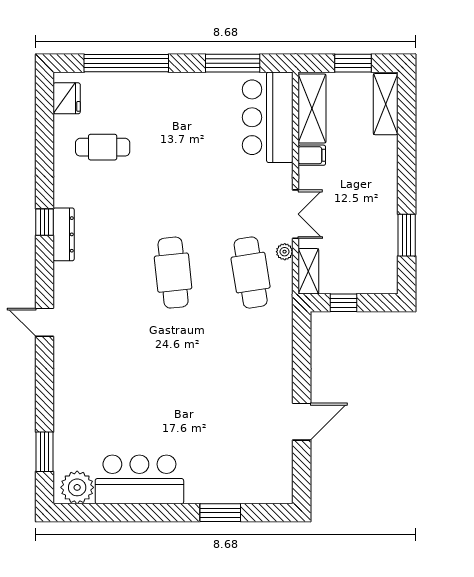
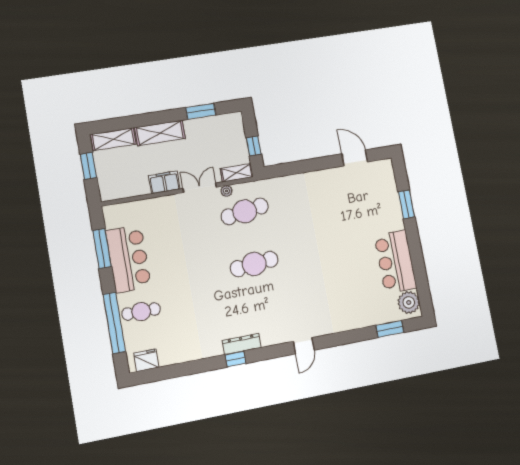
shelving: (312, 109) -> (160, 133), moved
bar counter: (268, 117) -> (128, 259), moved, turned -90
cafe table: (103, 147) -> (141, 312), moved, turned 90
filing cabinet: (312, 155) -> (164, 182), width x2.00
door: (302, 422) -> (355, 158), moved

